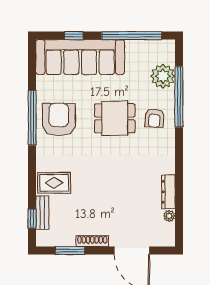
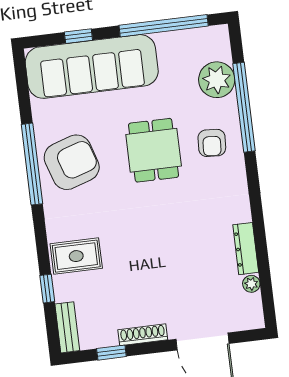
dining table: (115, 118) -> (154, 150), turned 90
armchair: (59, 120) -> (72, 162), turned 72
bench: (42, 213) -> (67, 327), moved
window: (32, 219) -> (47, 289), moved
window: (70, 251) -> (111, 353), width x0.67

